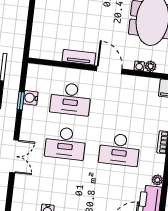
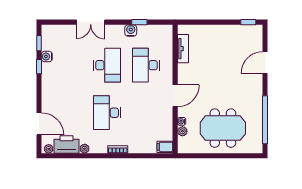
tv unit: (79, 57) -> (183, 49), moved
water cooler: (31, 98) -> (131, 30), moved
desk: (65, 143) -> (107, 65), turned 180

